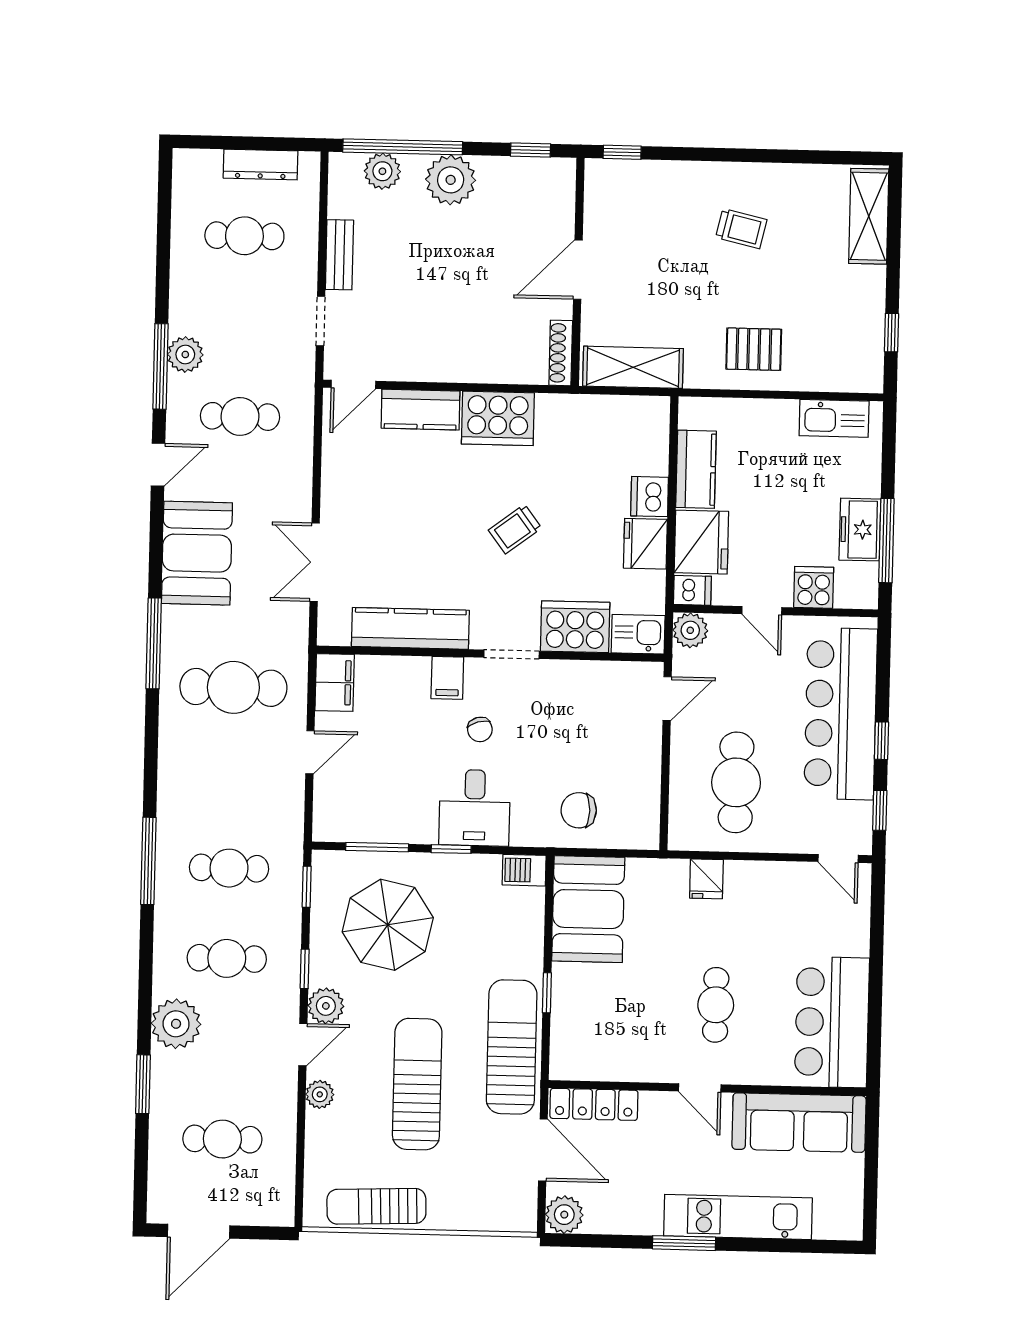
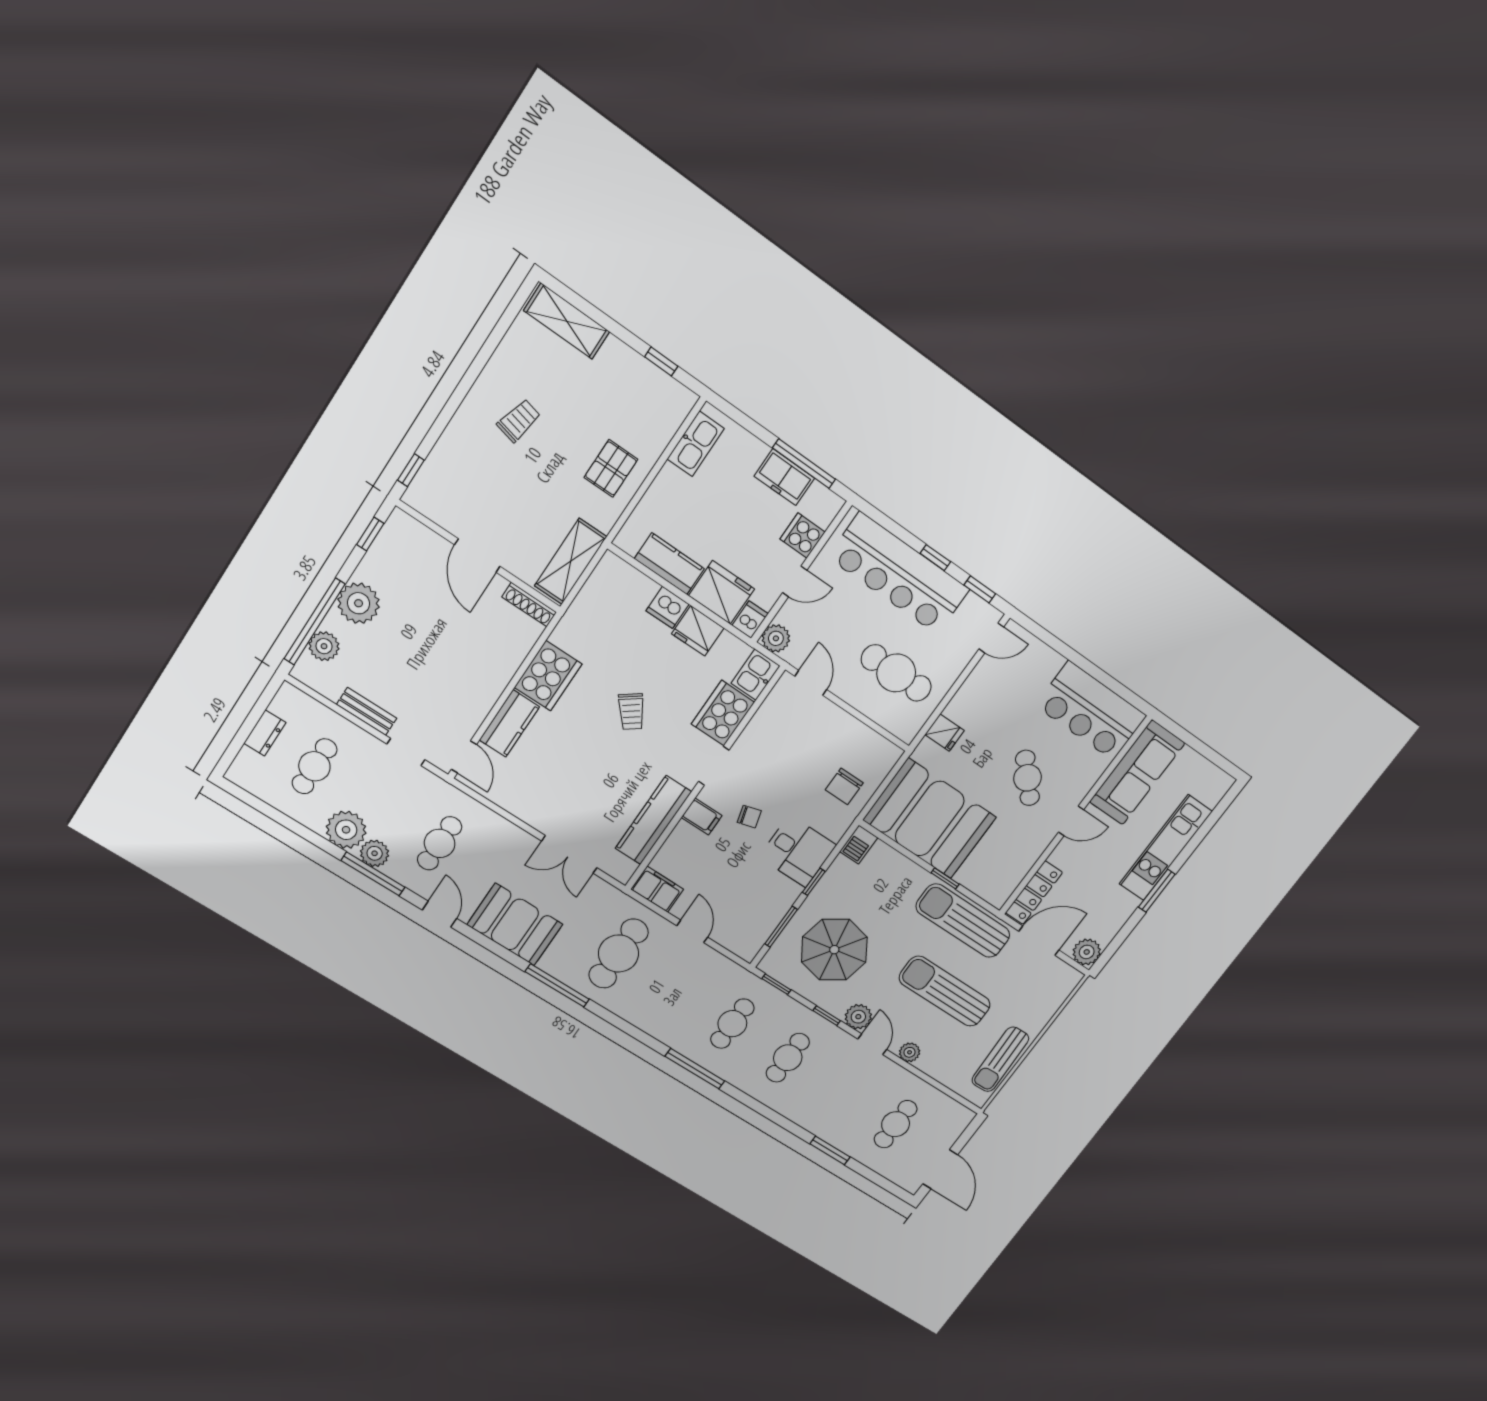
dresser: (260, 165) -> (265, 733), width x0.70
booth: (588, 909) -> (930, 819), width x1.36, depth x1.42
cafe table: (716, 1005) -> (1028, 778), turned 46
plant: (176, 1024) -> (346, 830), moved

